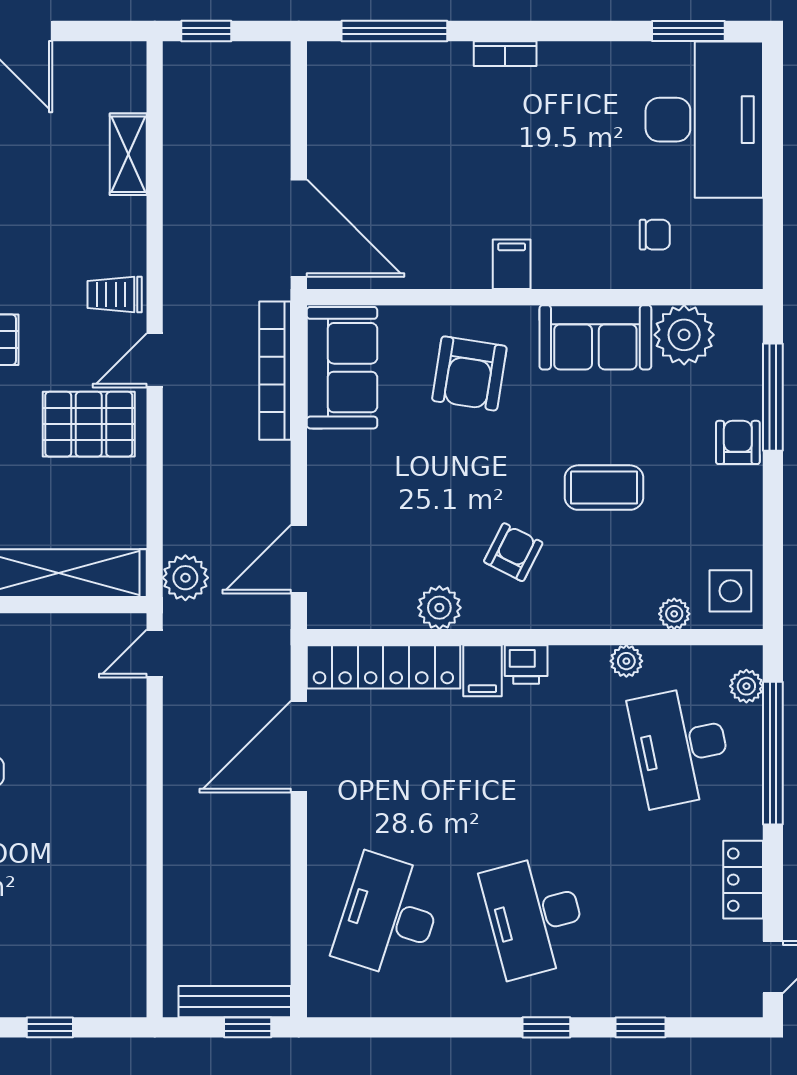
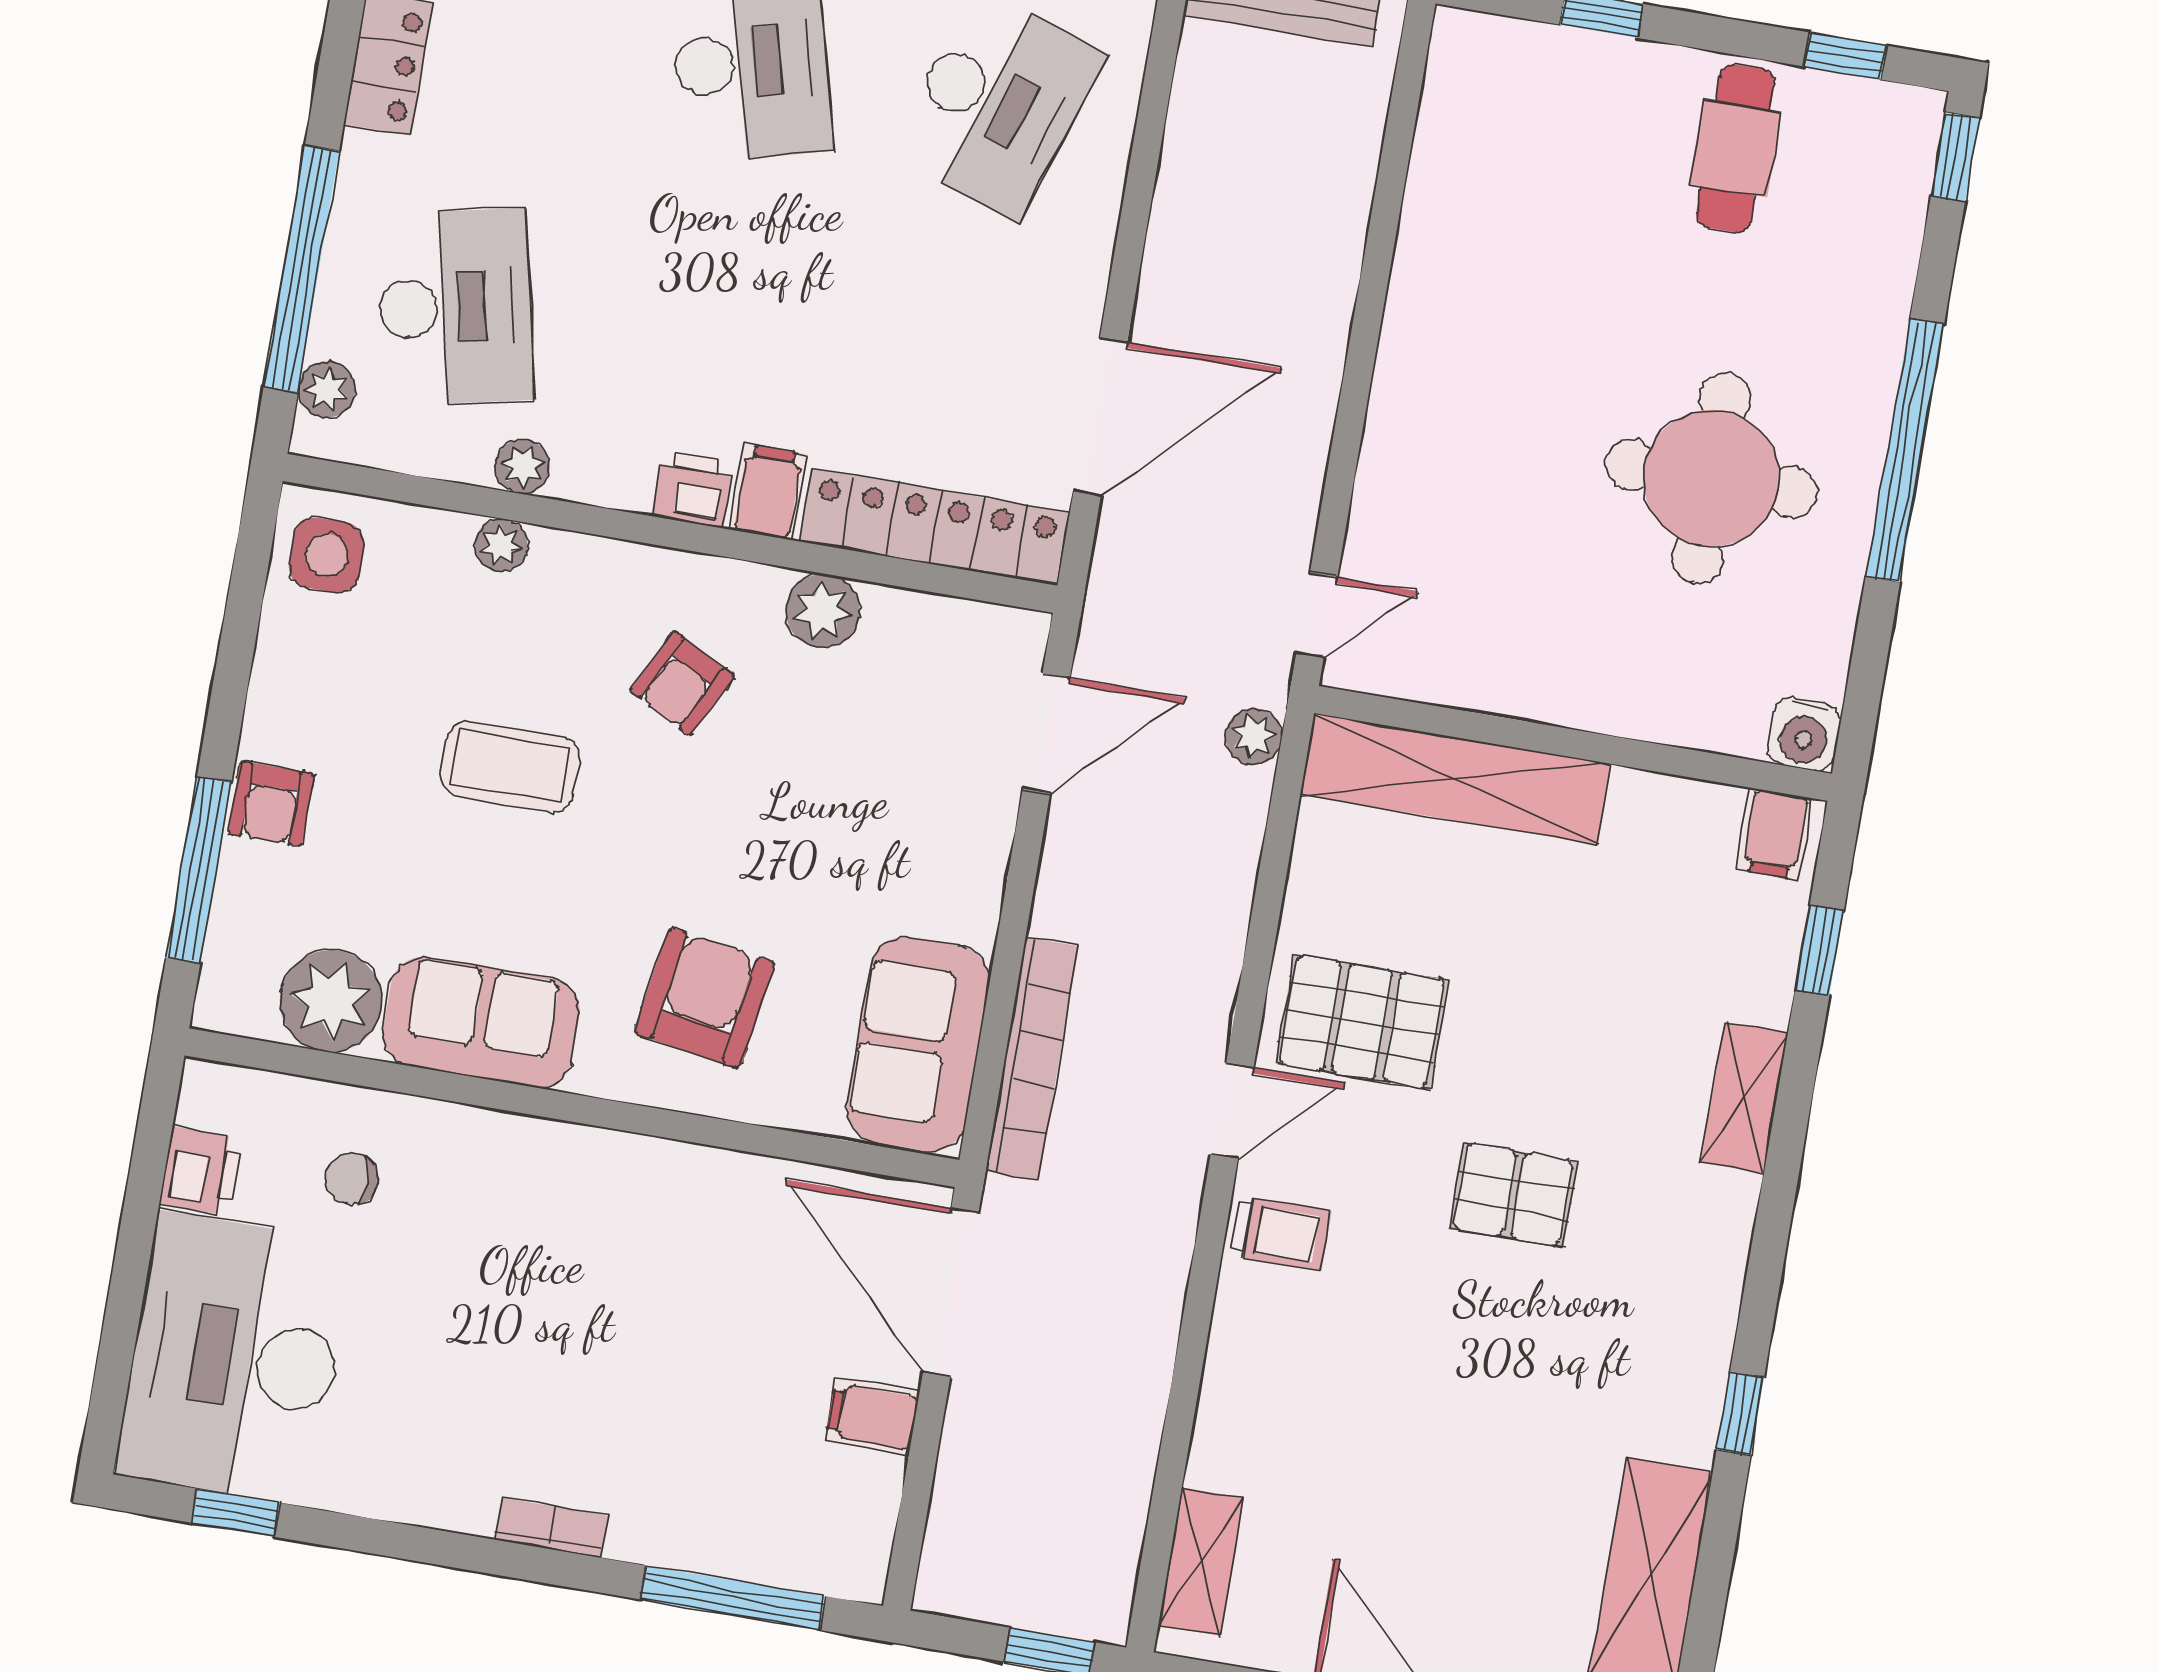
window: (688, 31) -> (236, 1513), width x0.67
shelving: (128, 154) -> (1201, 1562), moved
printer: (742, 224) -> (201, 1171), added
filing cabinet: (512, 264) -> (872, 1416), moved, turned 90
plant: (185, 578) -> (1254, 736), width x0.73, depth x0.73
plant: (674, 614) -> (501, 545), moved

